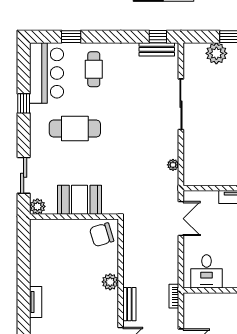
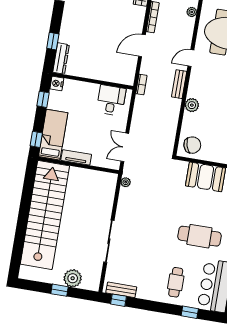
plant: (173, 165) -> (126, 182), moved

